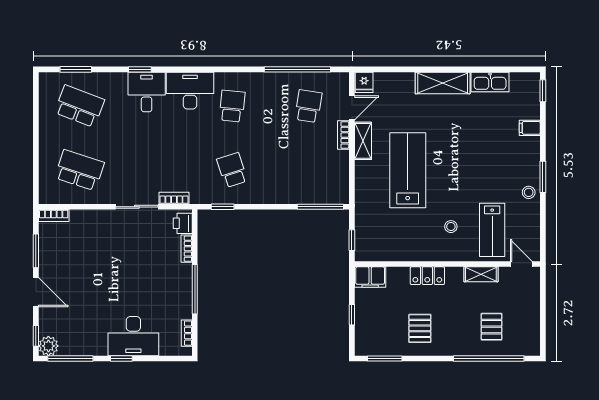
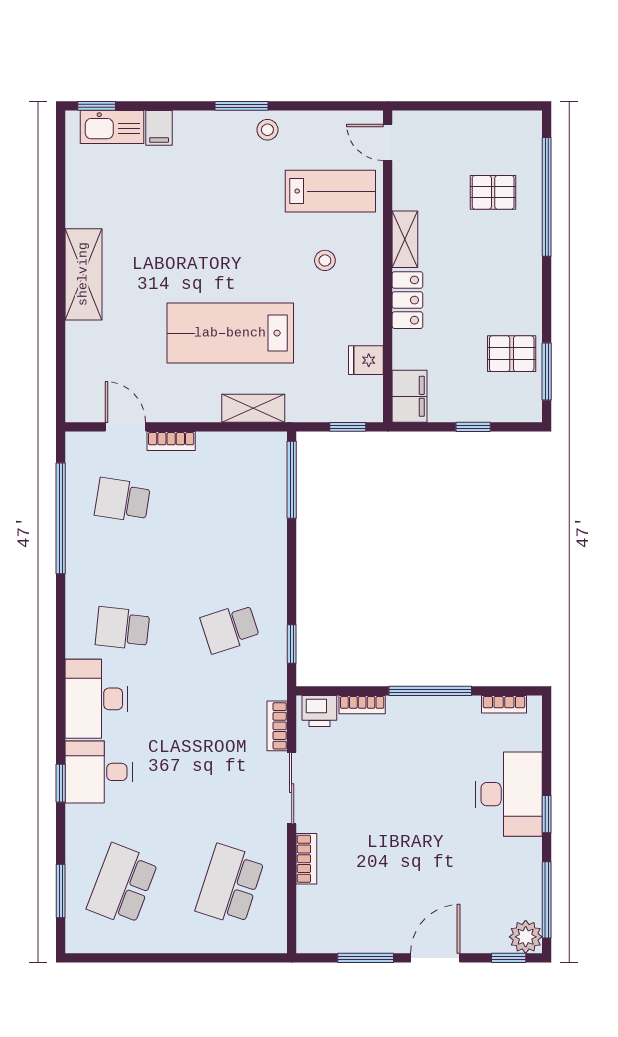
fridge: (364, 82) -> (366, 360), moved, turned 180
kitchen sink: (490, 82) -> (112, 127), moved, turned 90
shelving: (363, 141) -> (253, 408), moved
bookcase: (54, 216) -> (306, 859), moved
door: (521, 264) -> (388, 142), hinge flipped
shelving: (481, 274) -> (405, 239), moved
pallet: (420, 328) -> (512, 354), moved

